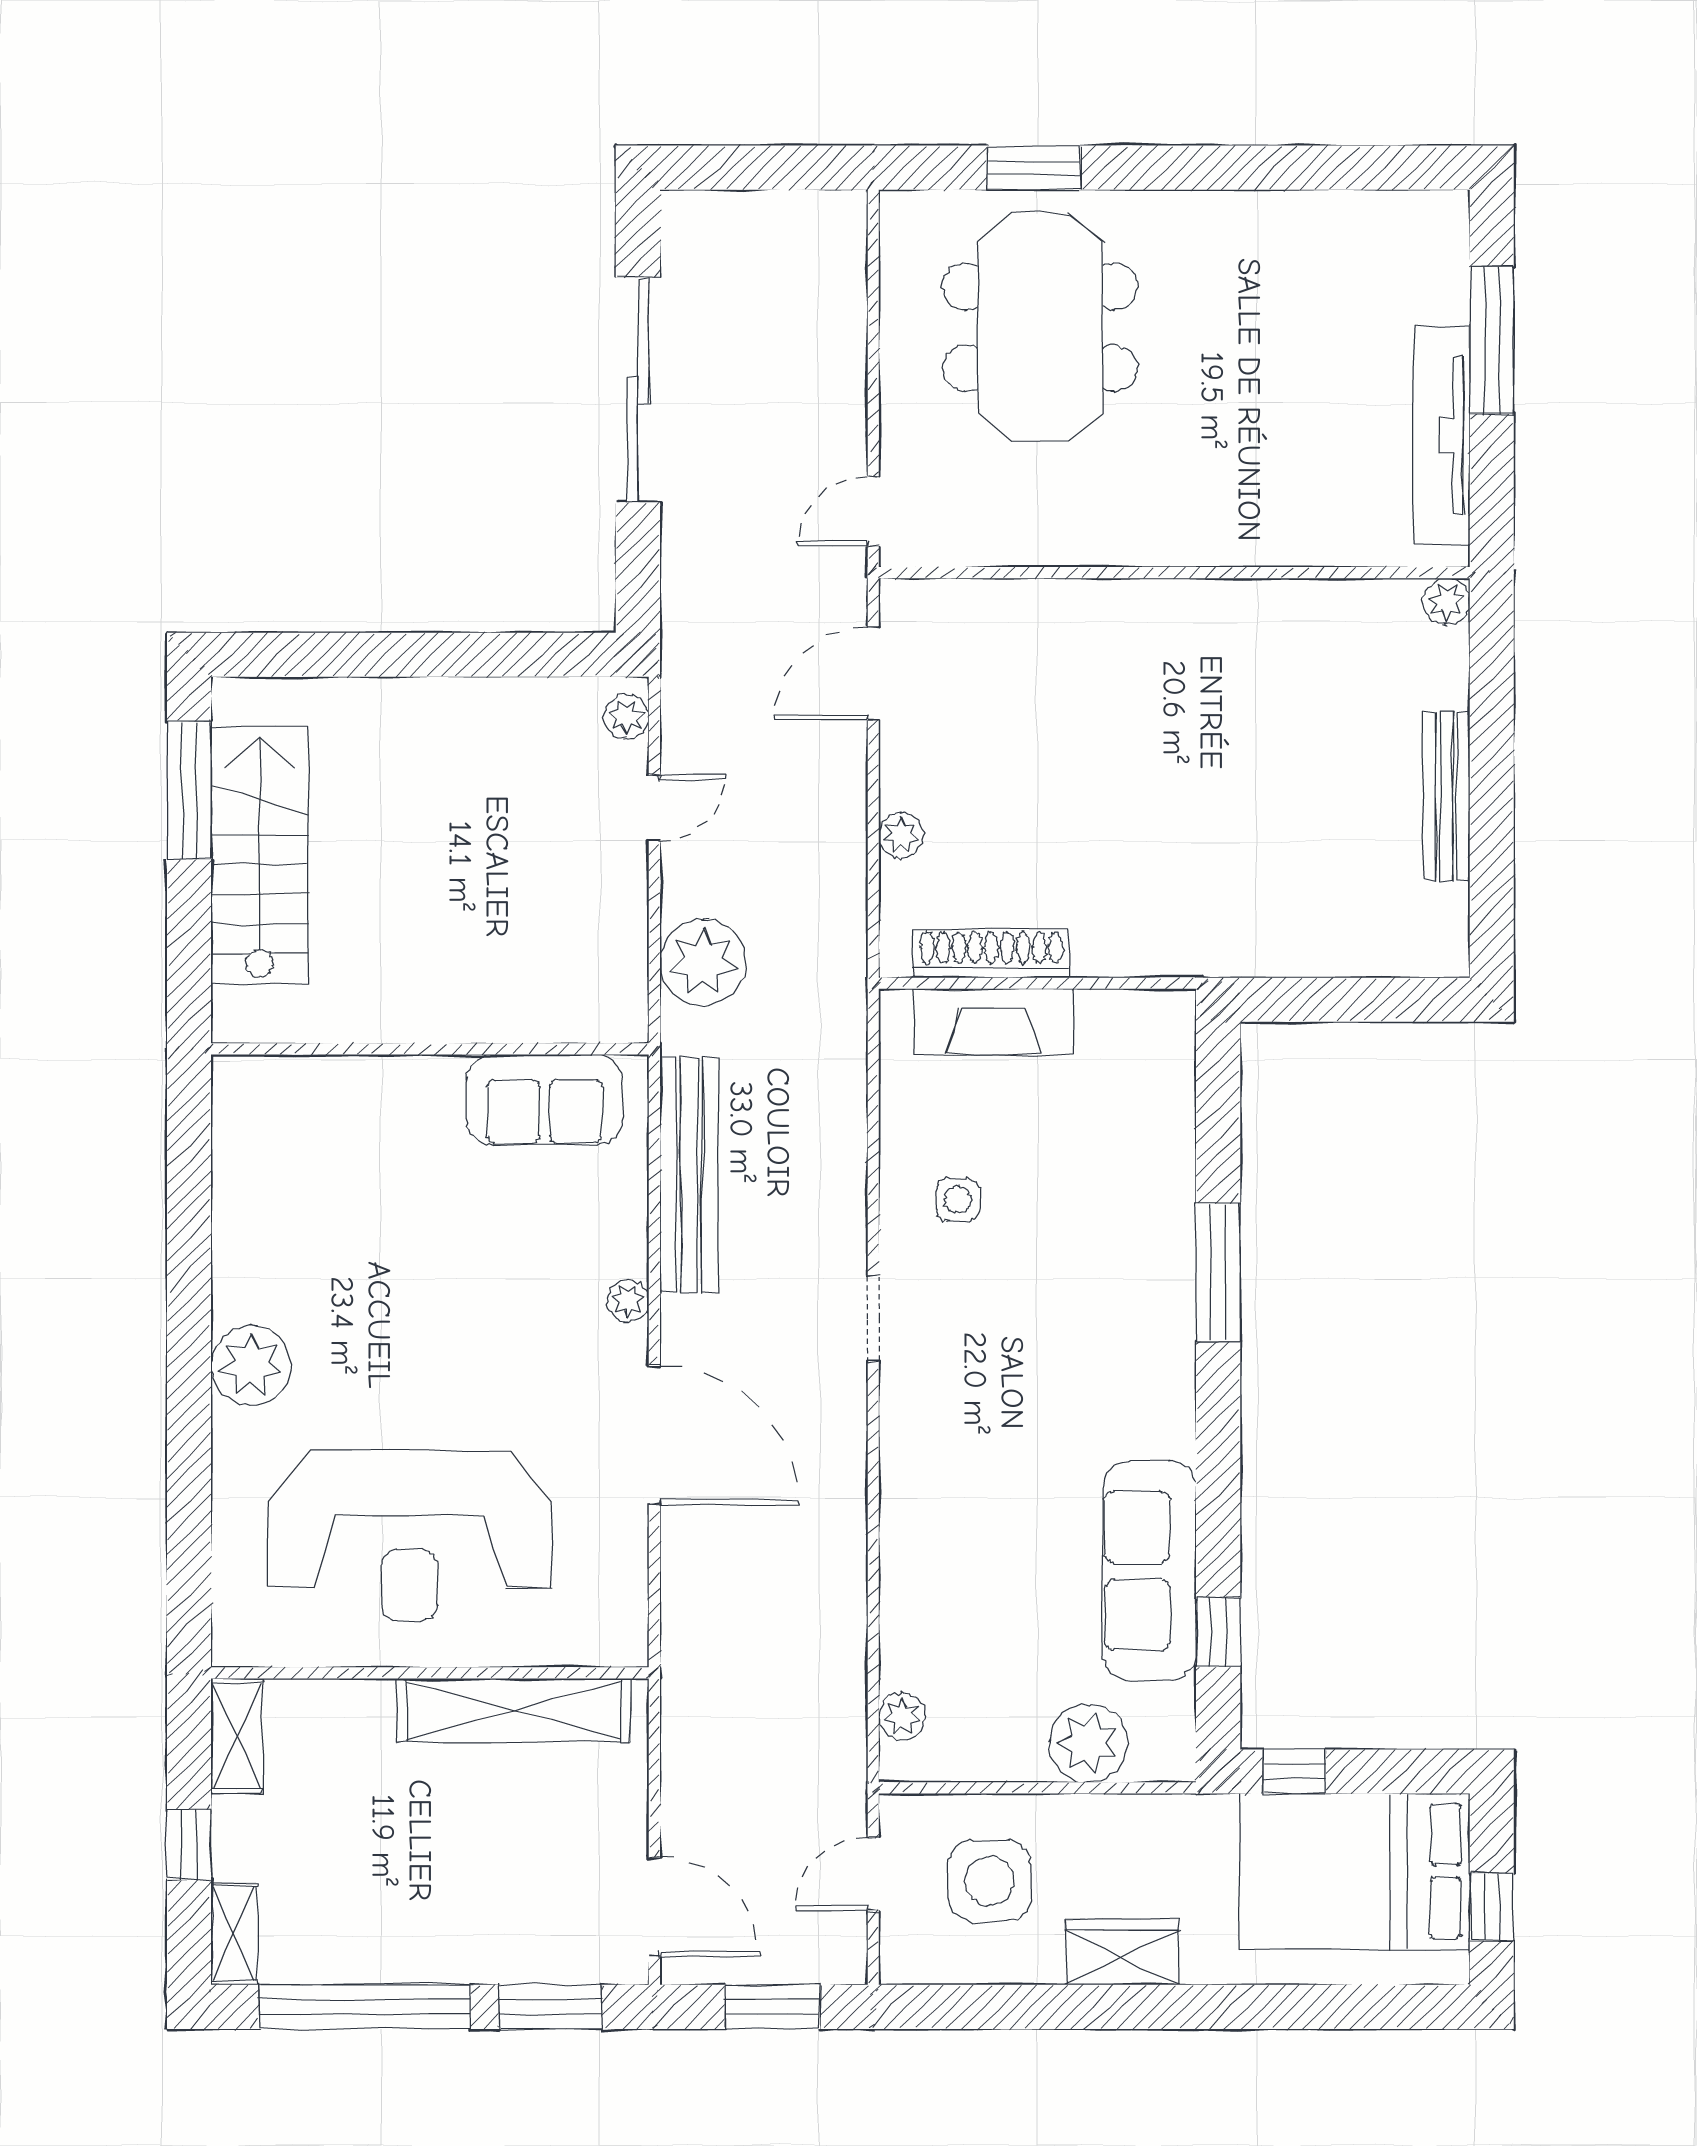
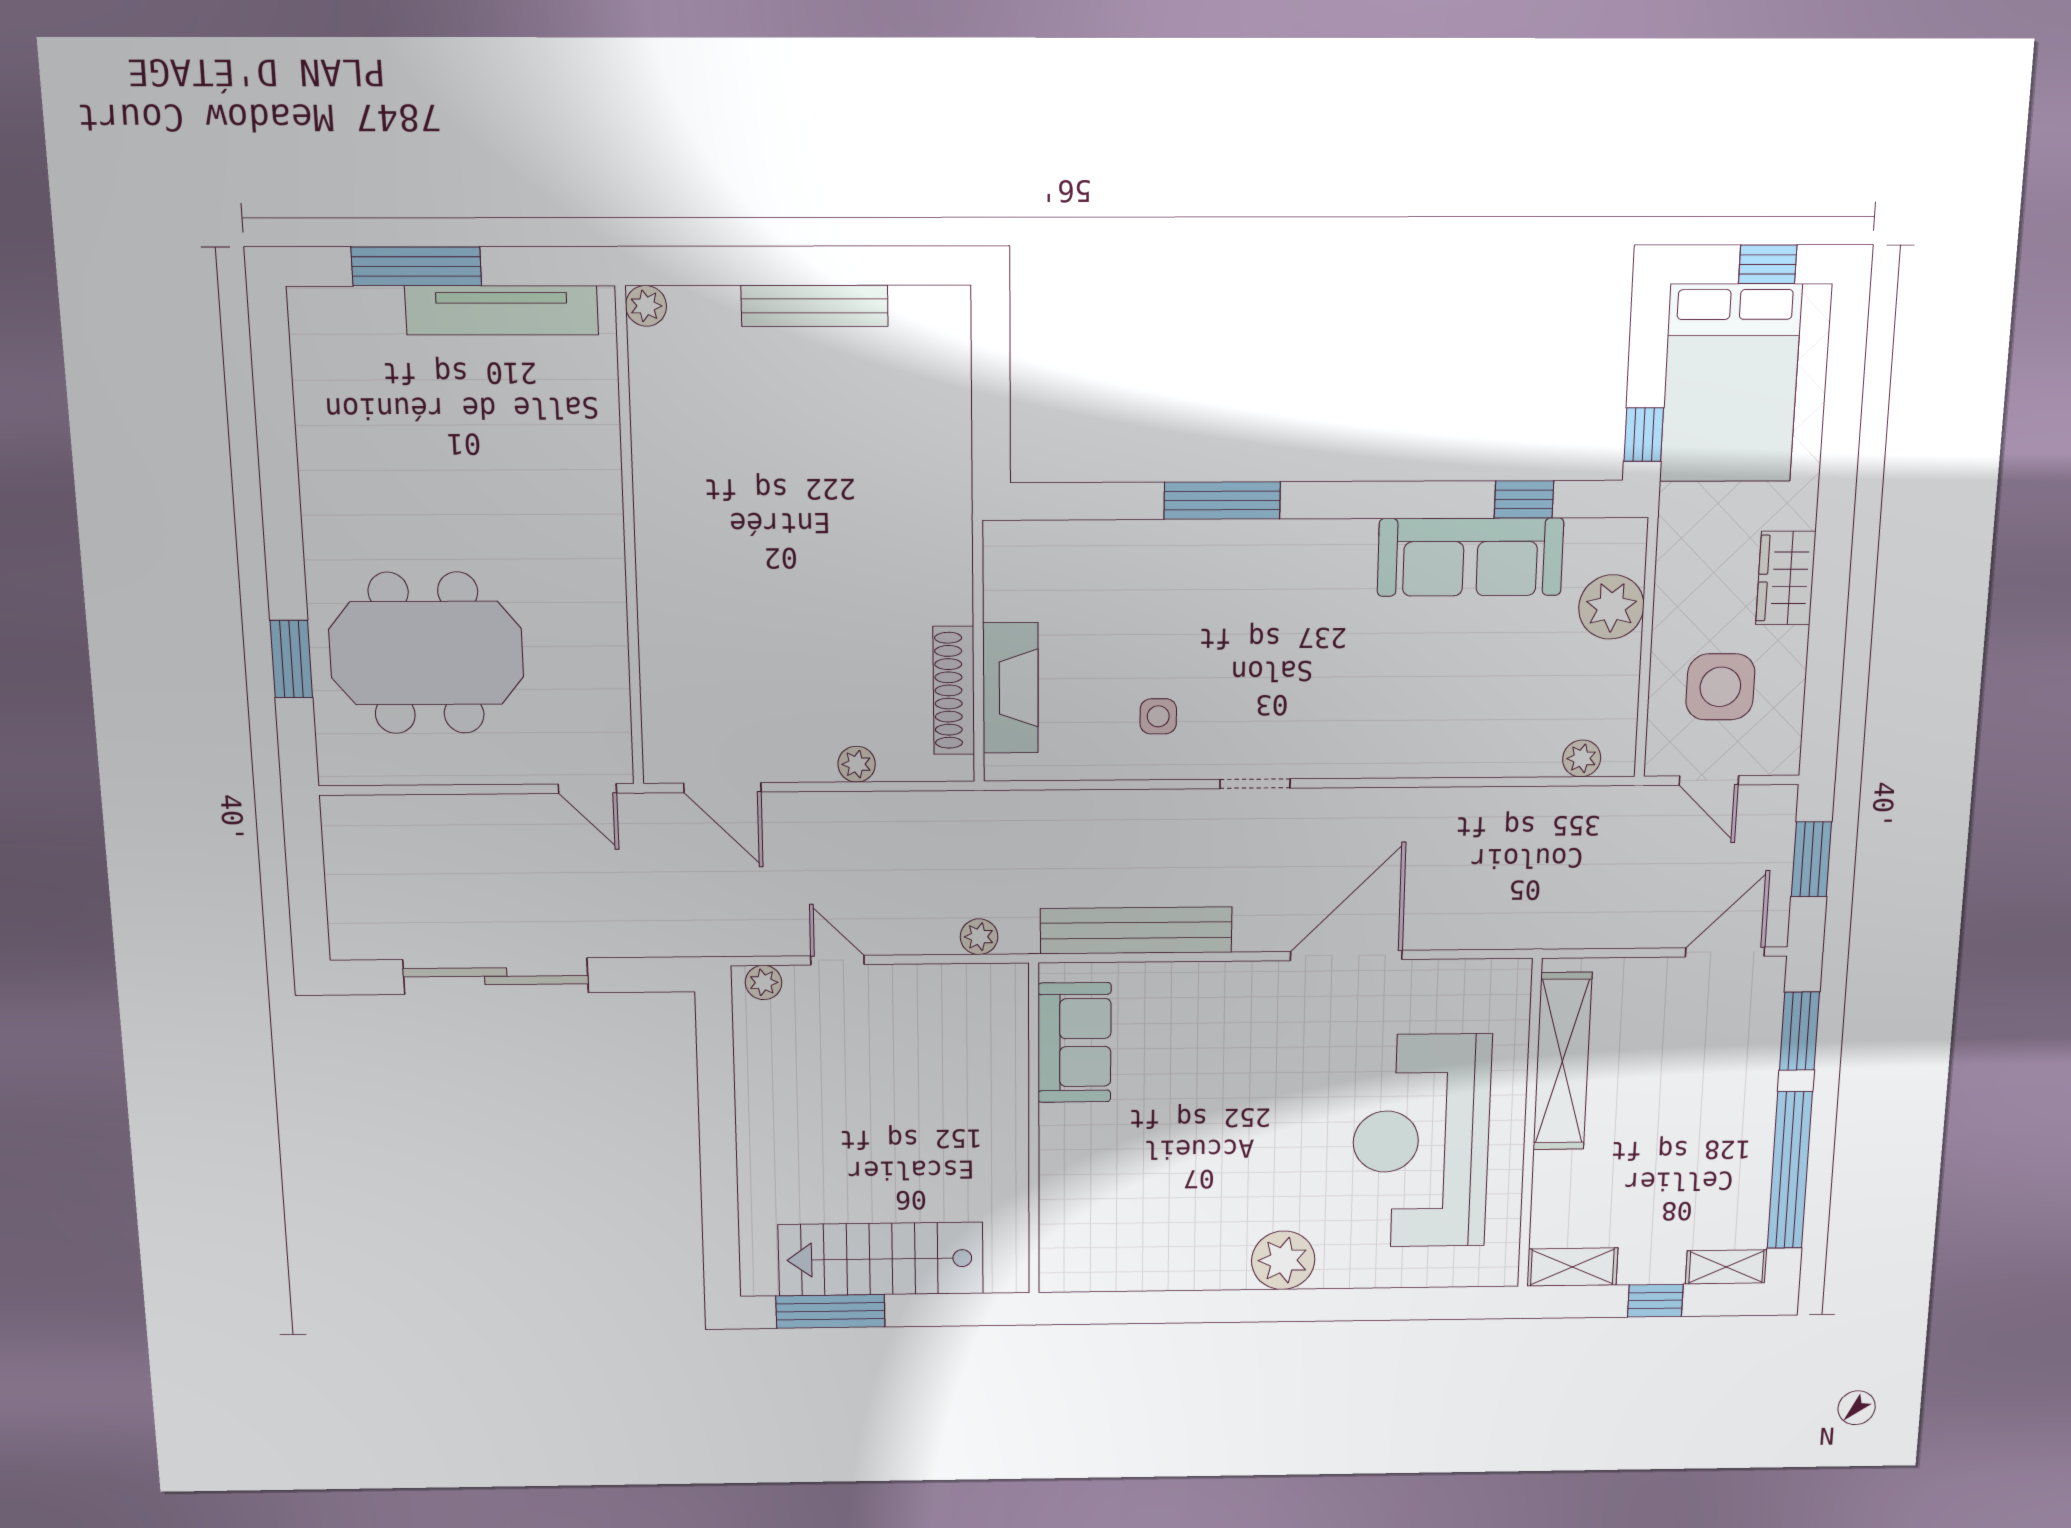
plant: (703, 962) -> (979, 937), width x0.53, depth x0.53
plant: (628, 1301) -> (1237, 977), removed
reception desk: (410, 1536) -> (1421, 1141), turned 180

